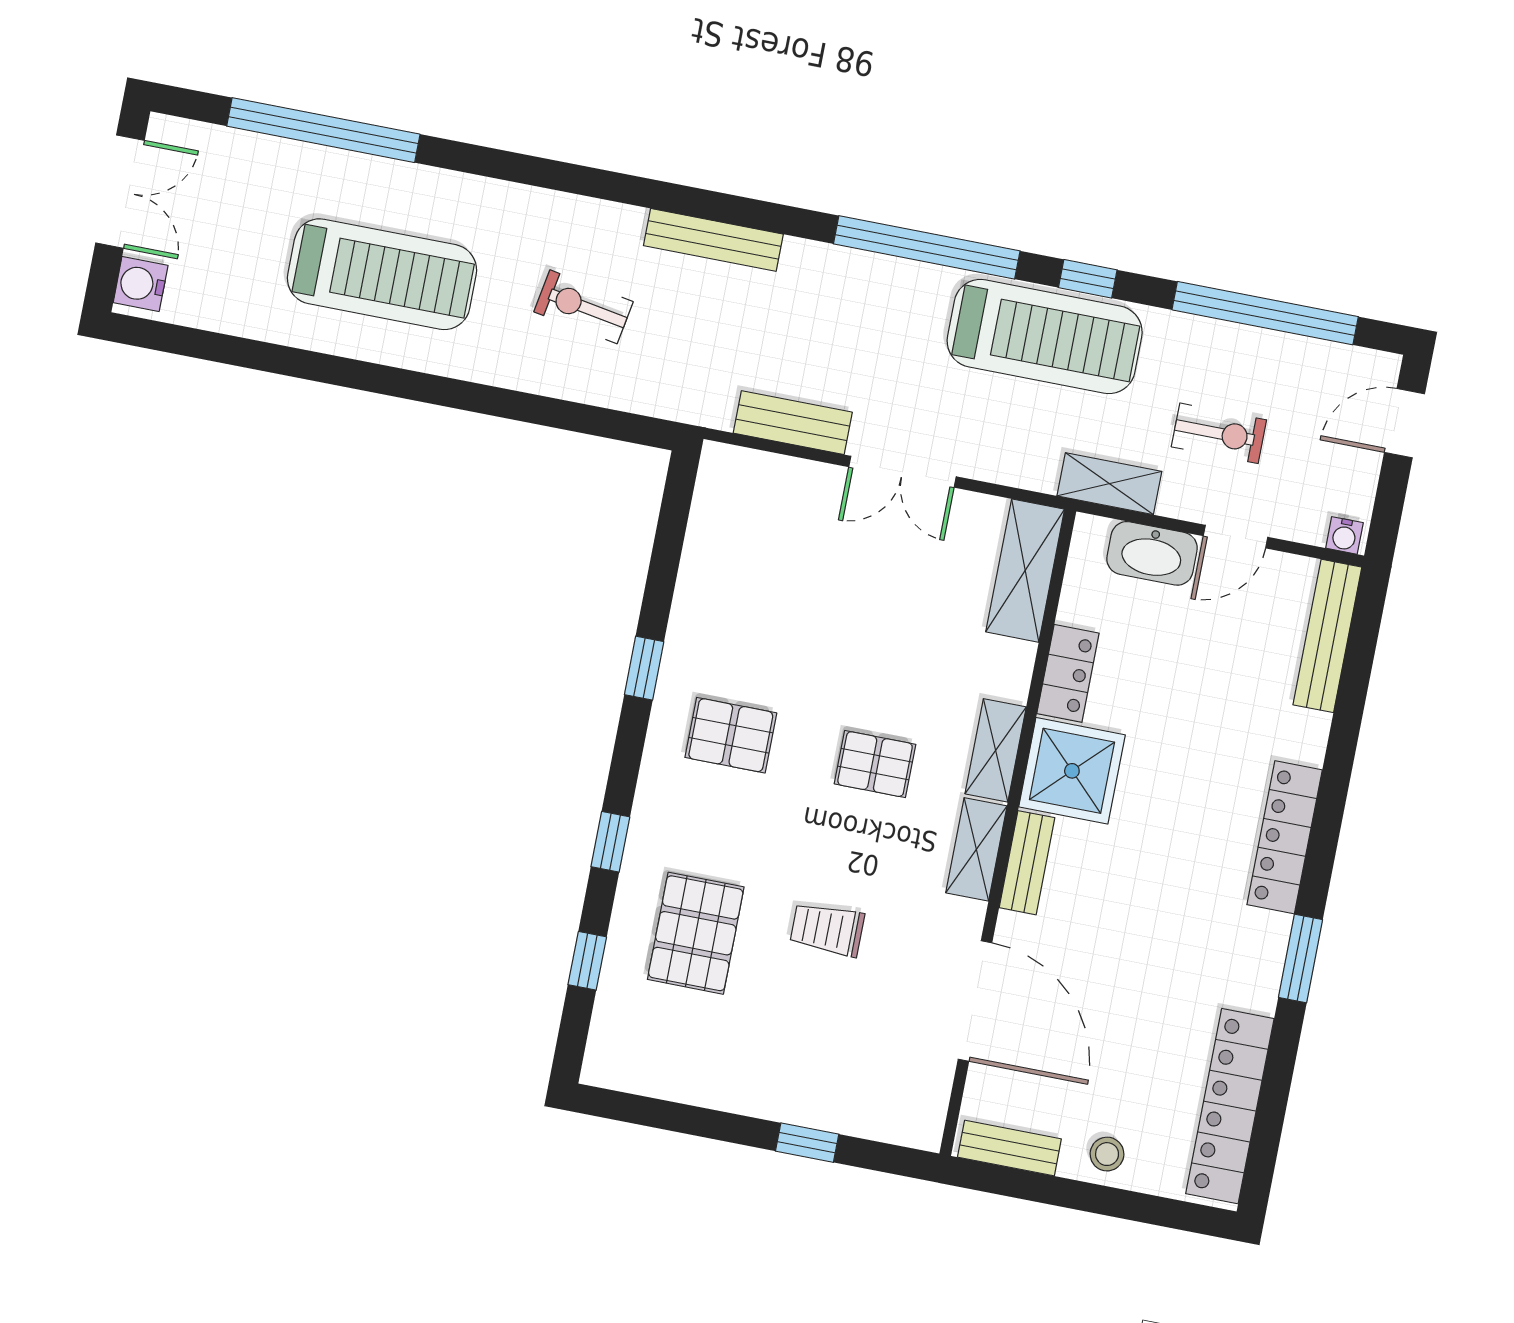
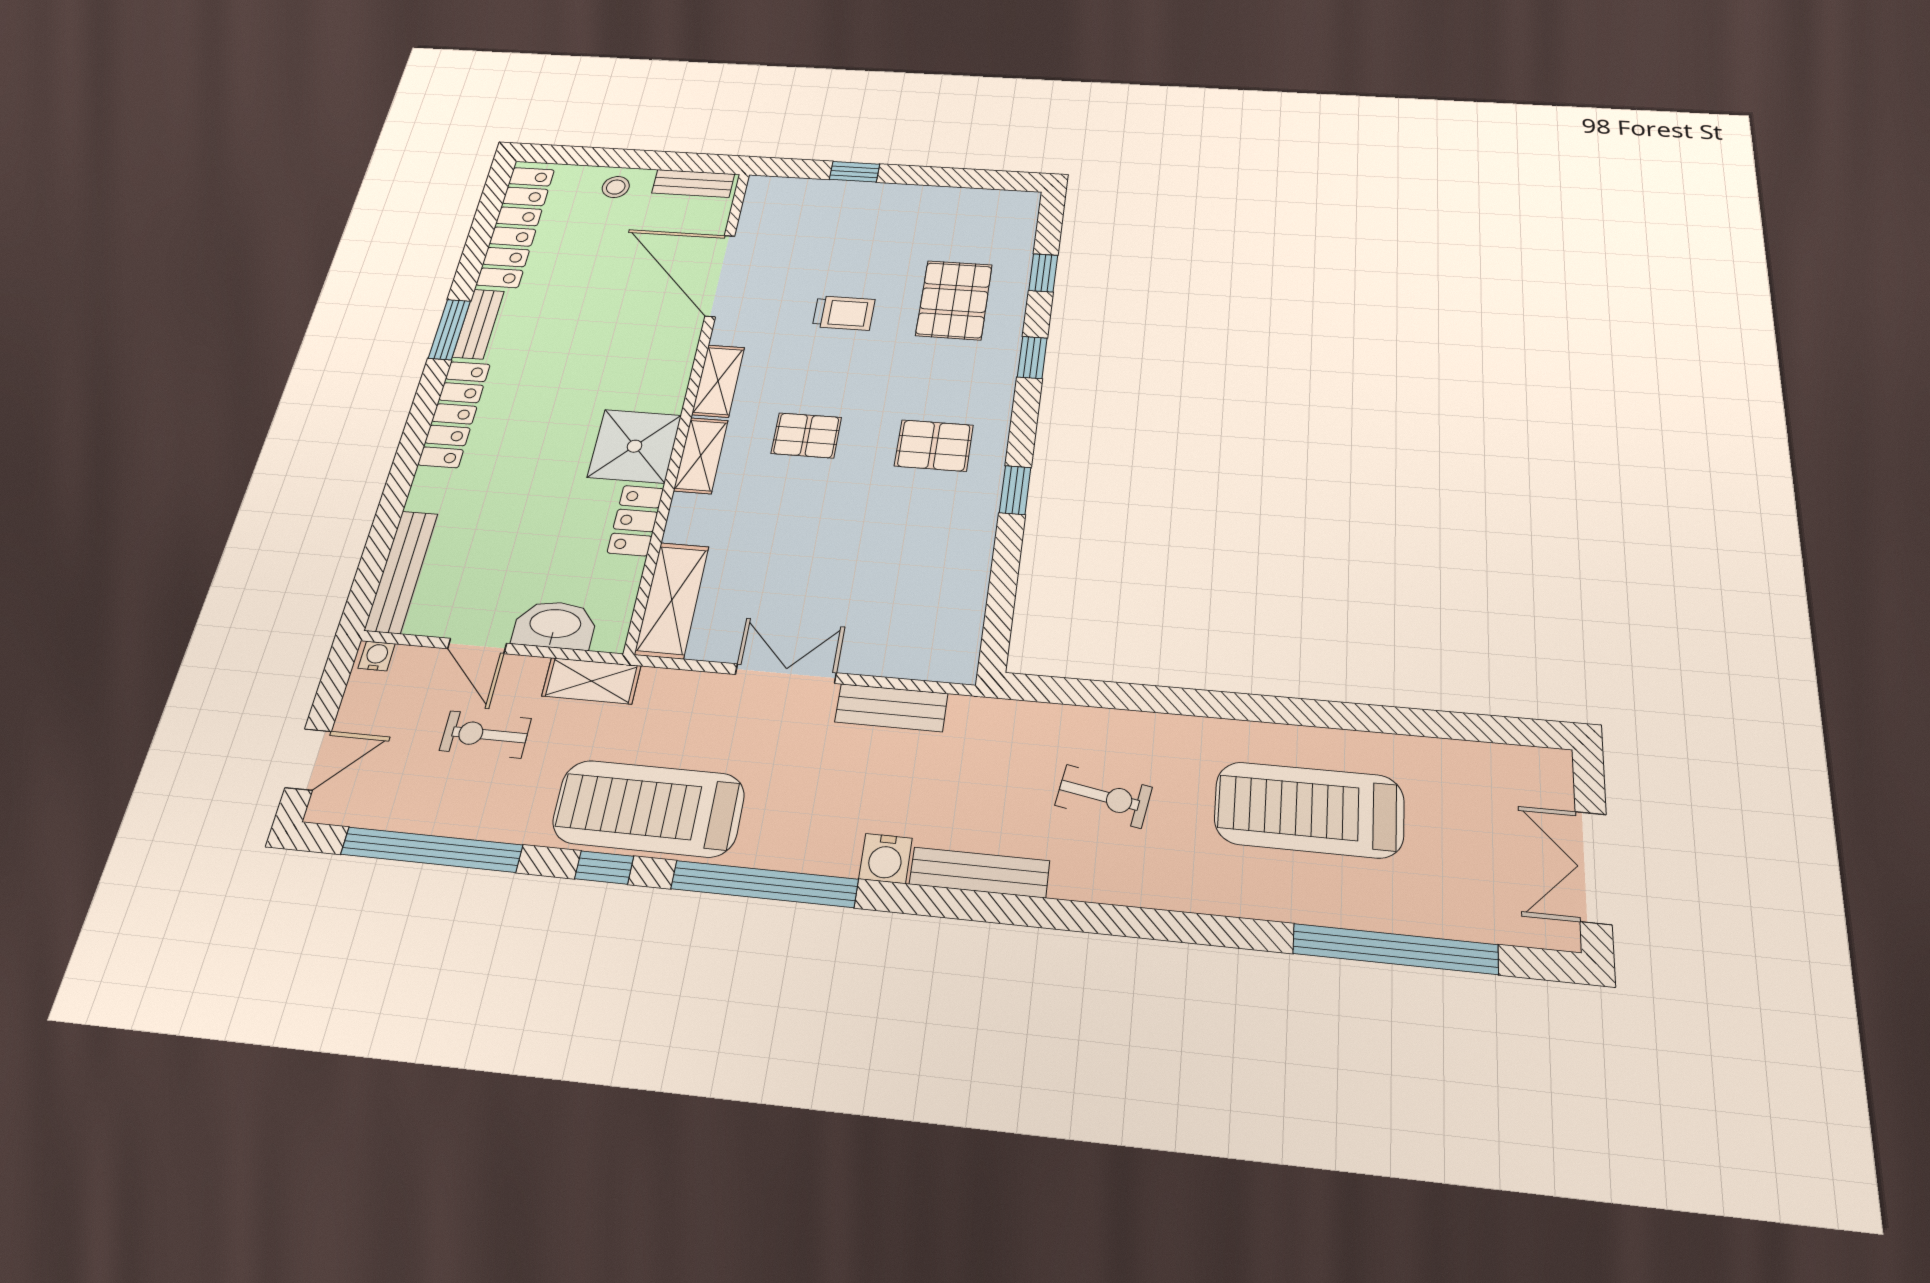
water cooler: (141, 284) -> (885, 859), moved, turned 90
door: (1235, 537) -> (477, 646), swing flipped
bench: (1027, 863) -> (478, 324), moved

